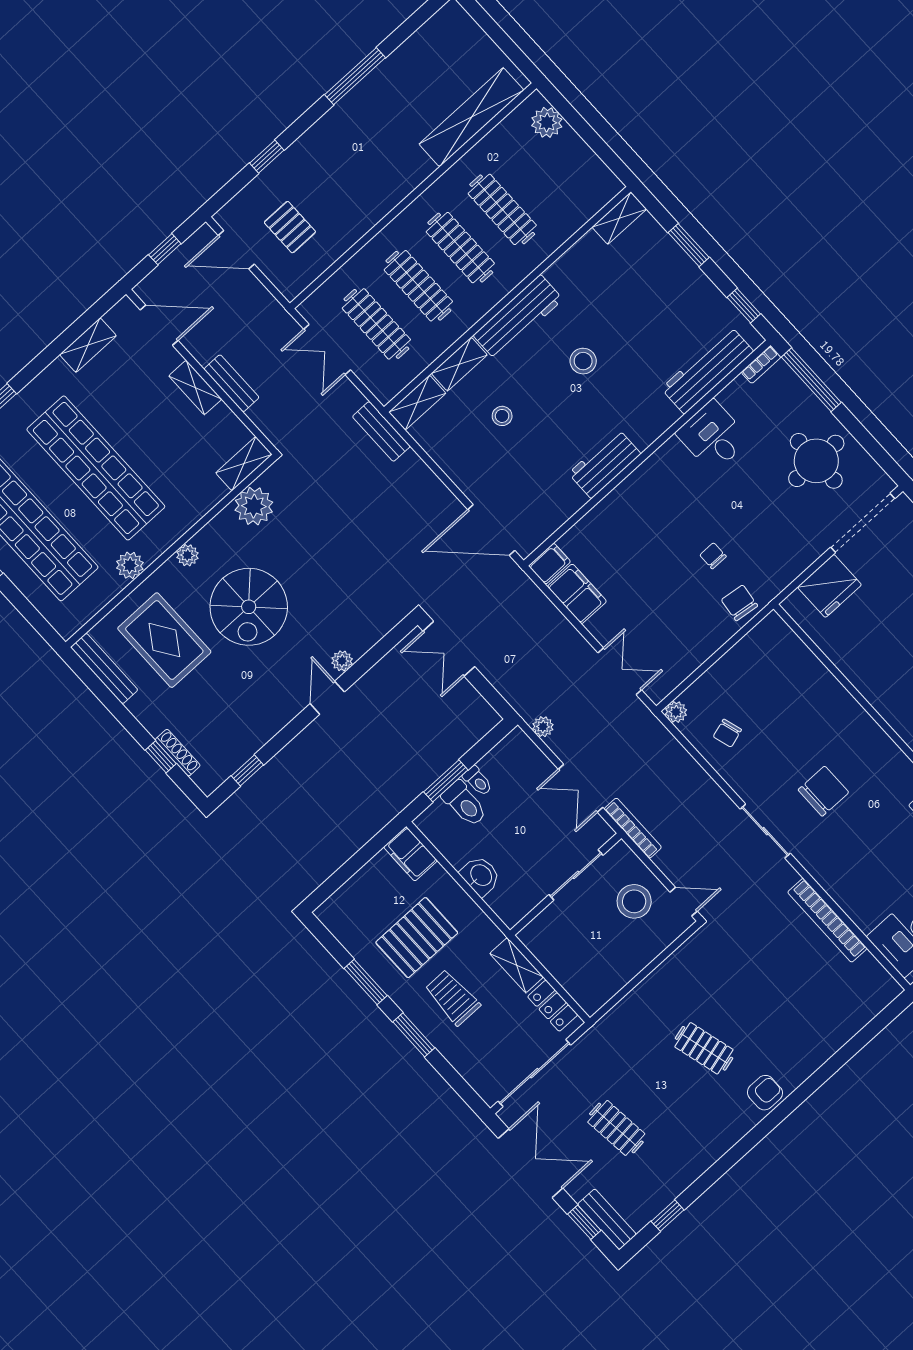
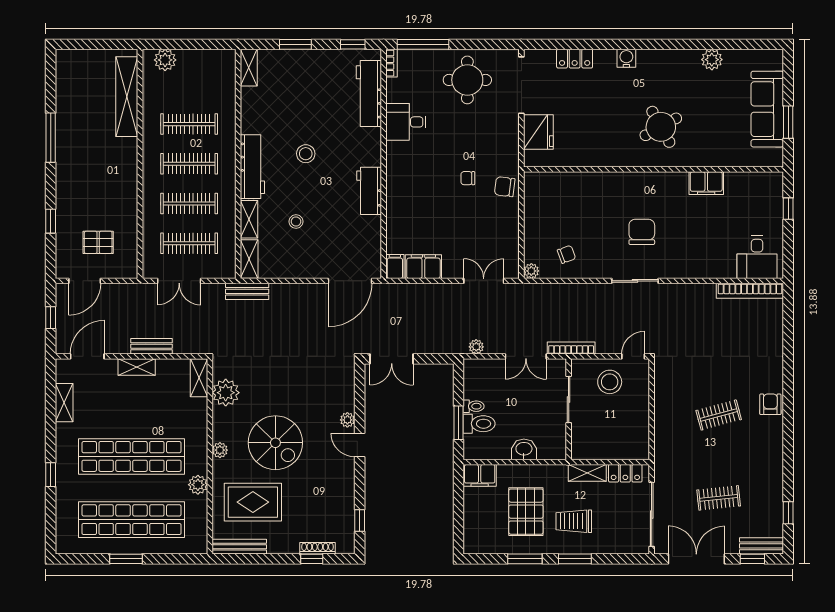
chair: (727, 733) -> (566, 254), turned -93
bookcase: (827, 920) -> (750, 291), moved

